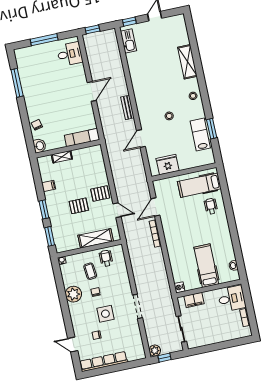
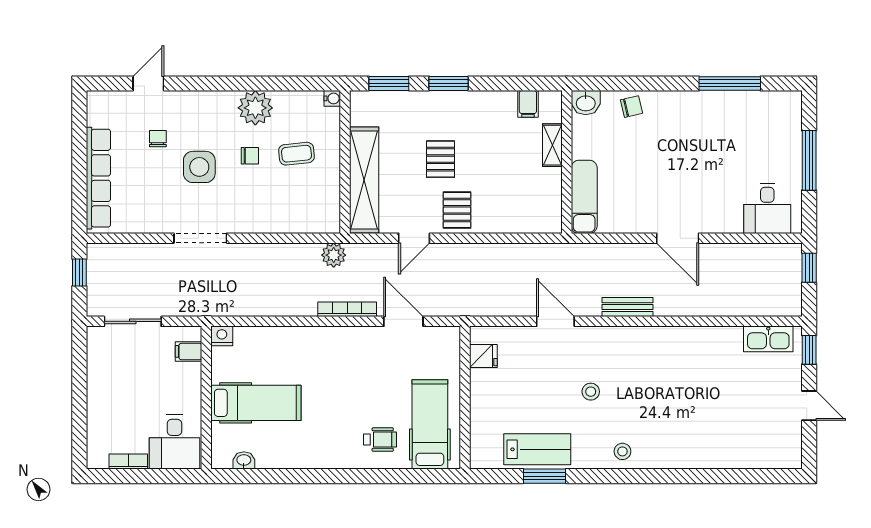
shelving: (187, 62) -> (697, 455), removed
fridge: (168, 165) -> (483, 356), width x0.53, depth x0.75
filing cabinet: (49, 186) -> (528, 104), moved
shelving: (96, 238) -> (364, 180), width x1.47
wheelchair: (106, 258) -> (317, 193), removed
filing cabinet: (194, 300) -> (189, 351), width x0.50
plant: (155, 351) -> (334, 255), moved
row of seats: (104, 362) -> (98, 178), moved

